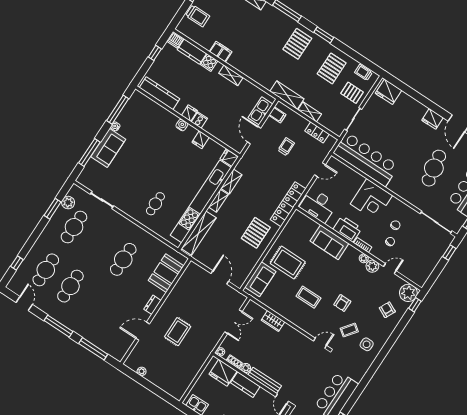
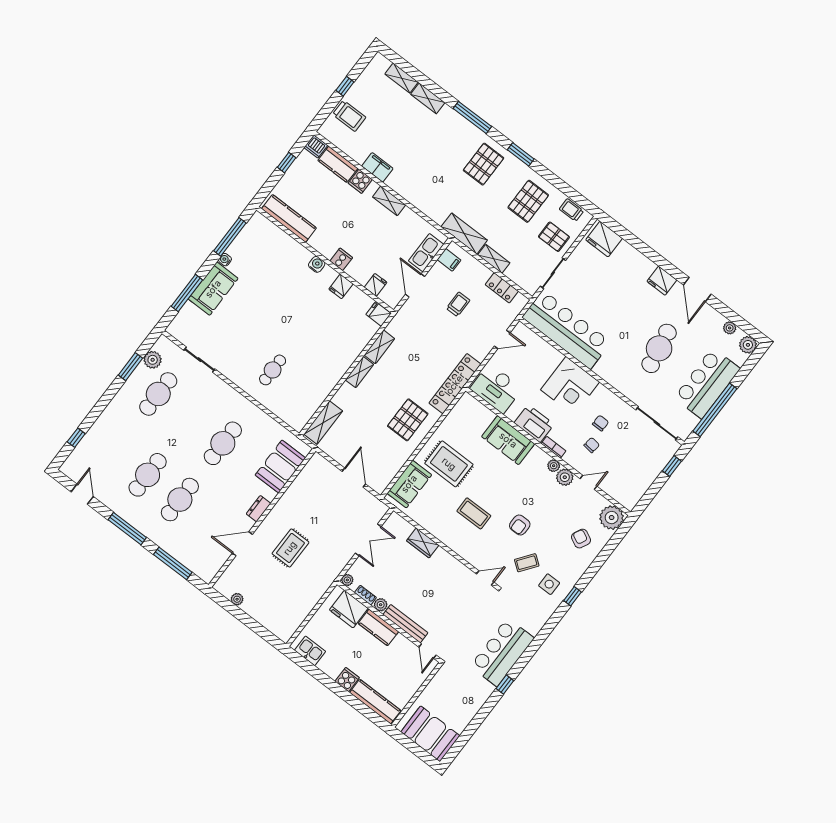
fridge: (189, 113) -> (376, 285), moved
kitchen unit: (201, 201) -> (335, 371), removed
shelving: (199, 233) -> (323, 423), width x0.68
cafe table: (46, 270) -> (180, 500), moved
window: (415, 305) -> (572, 596), moved

